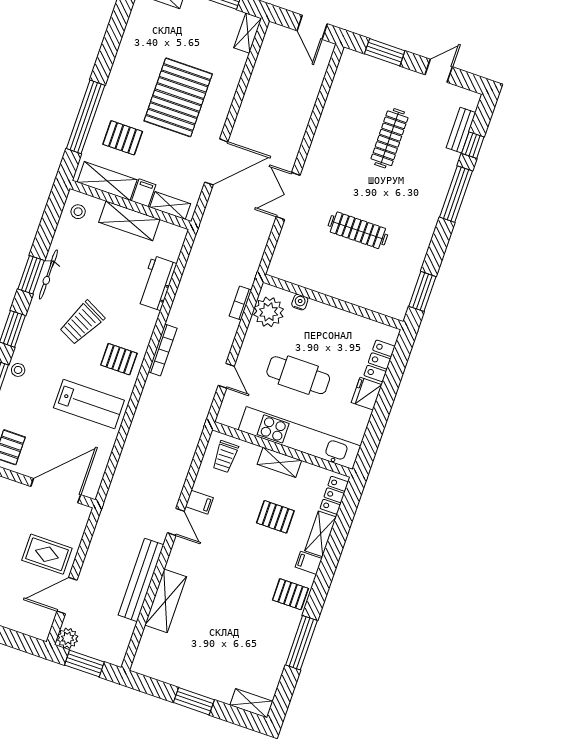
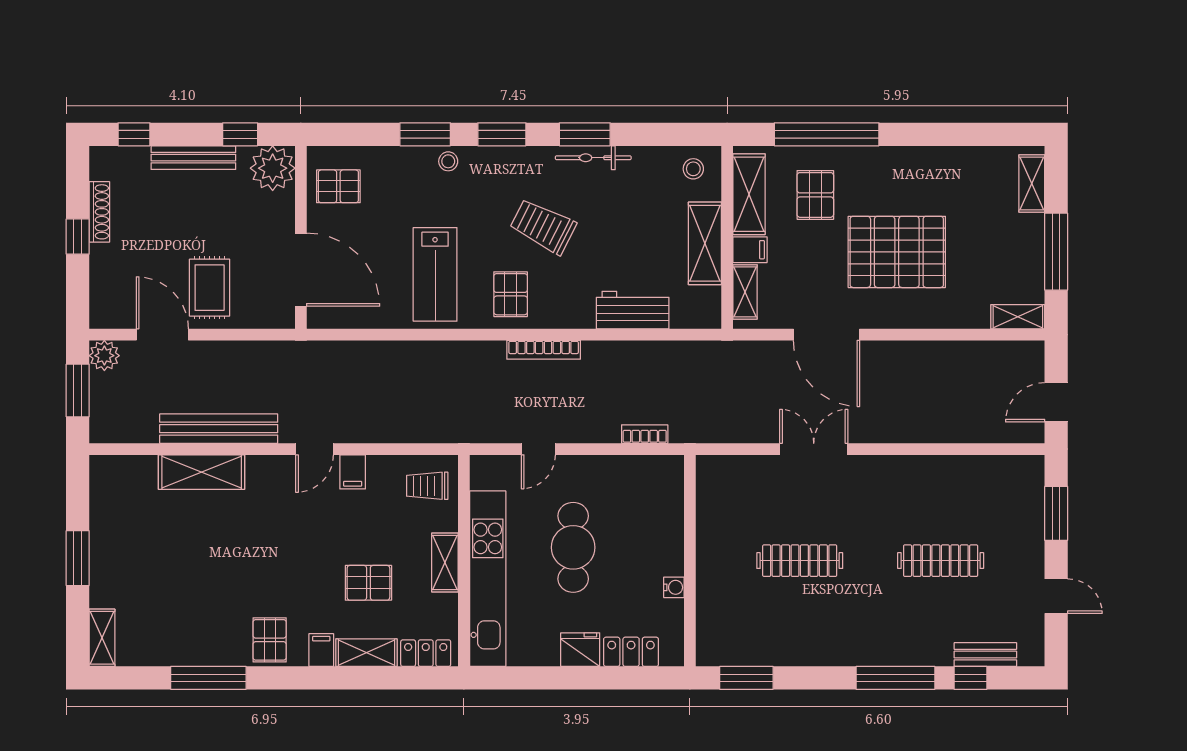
clothes rail: (358, 230) -> (800, 561), turned 90
water cooler: (300, 302) -> (674, 587), moved
plant: (269, 312) -> (646, 477), removed
pallet: (275, 517) -> (368, 583), turned 90

